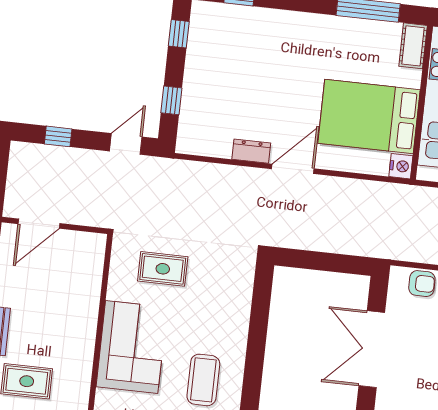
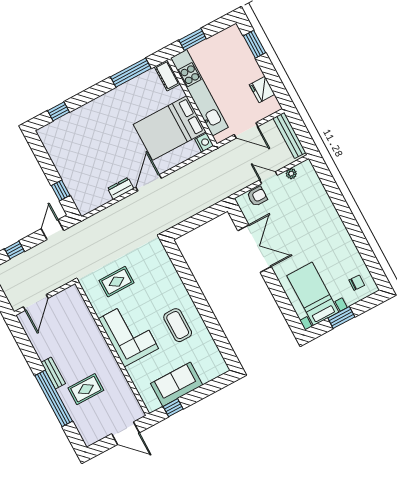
window: (179, 34) -> (41, 153), removed
double door: (372, 349) -> (255, 249), swing flipped

